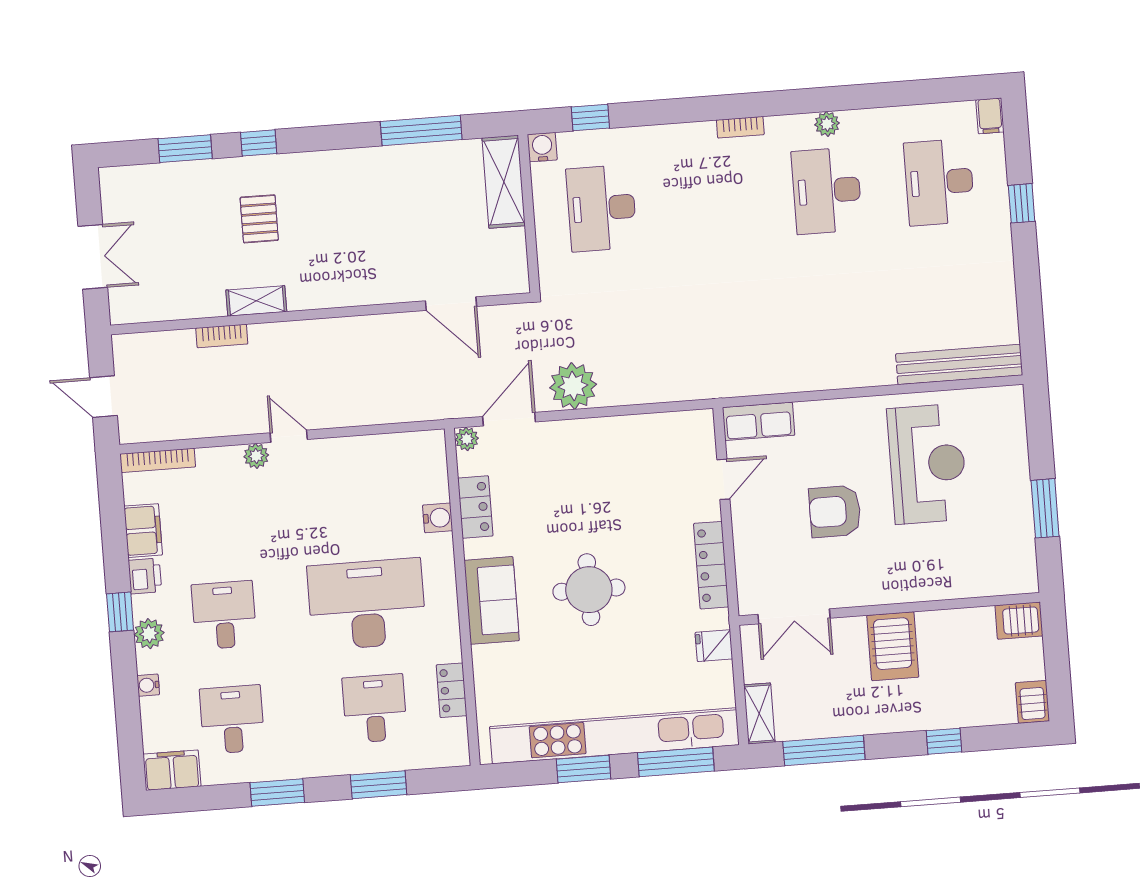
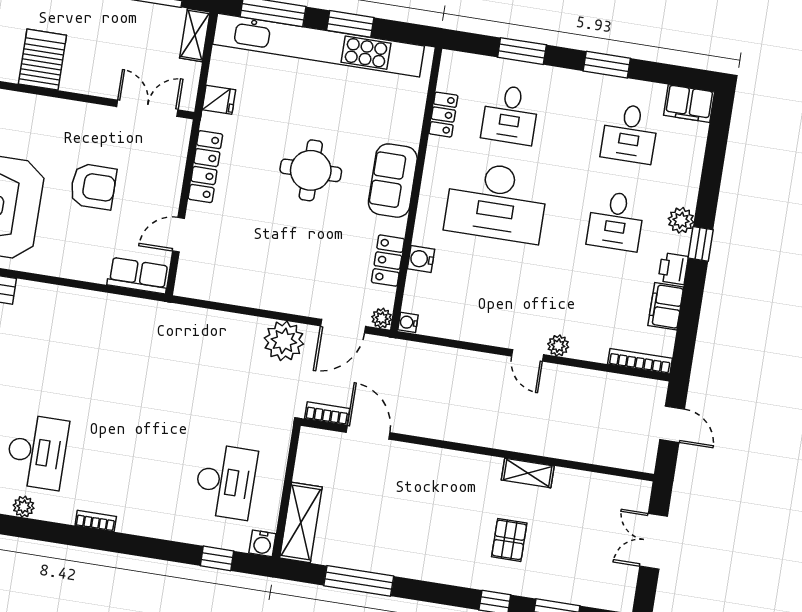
bookcase: (222, 336) -> (327, 414), moved
server rack: (893, 646) -> (42, 60), moved
water cooler: (148, 685) -> (408, 322), moved, turned 180

